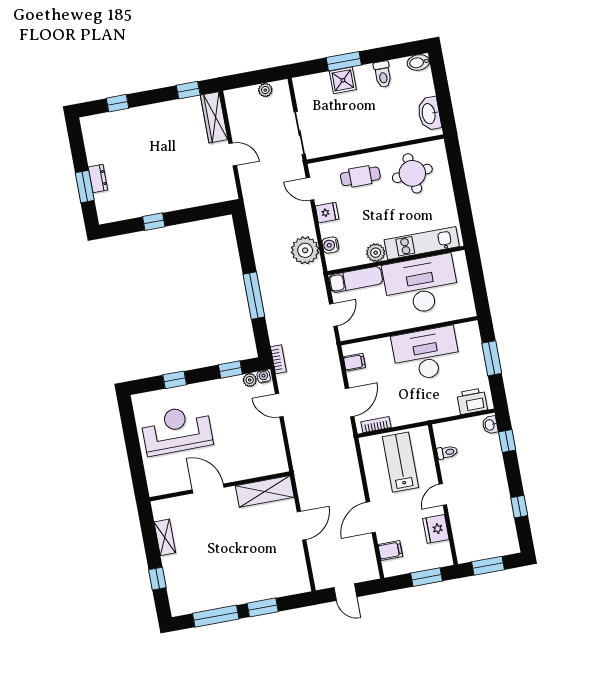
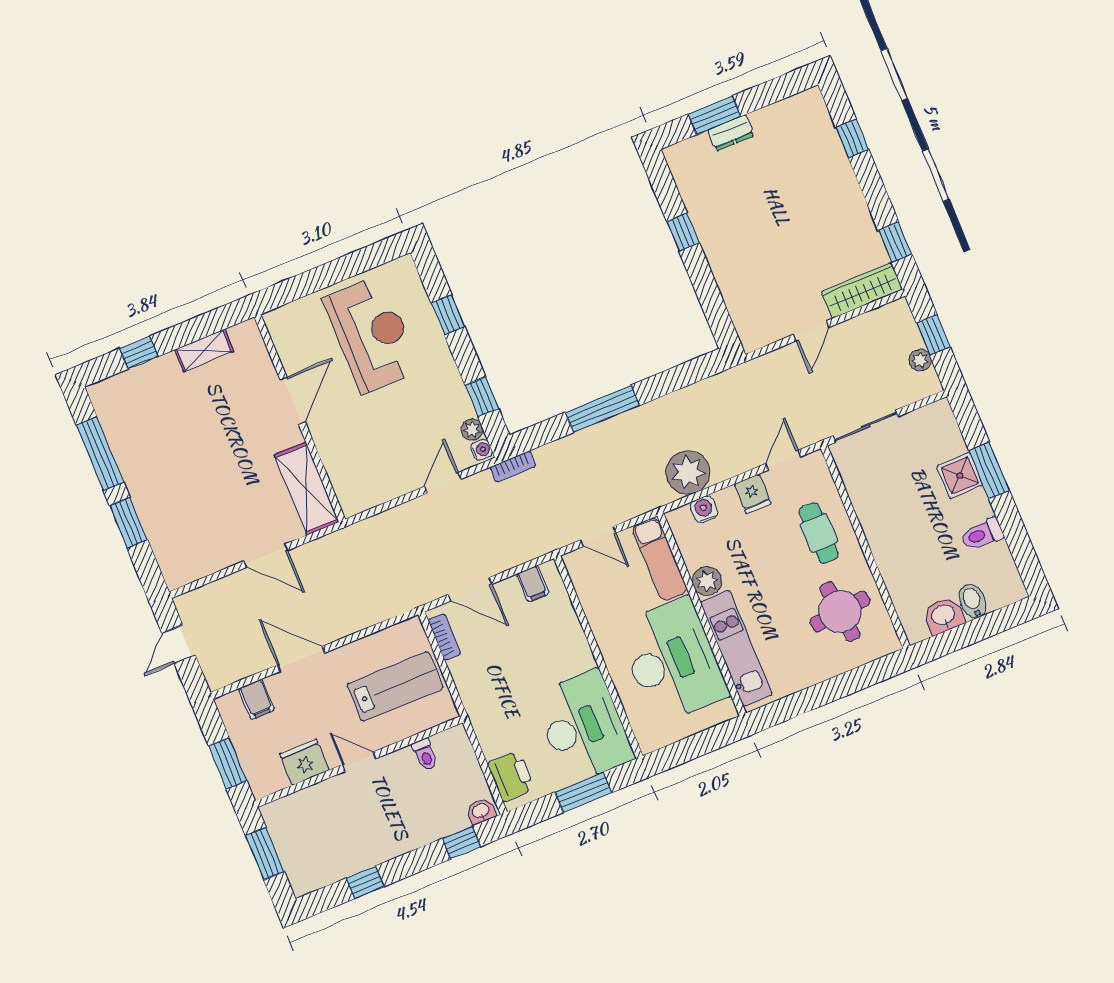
bidet: (418, 62) -> (973, 601), moved
window: (251, 78) -> (933, 335), added
washbasin: (429, 114) -> (943, 615), width x0.72
desk: (426, 354) -> (583, 727), moved

